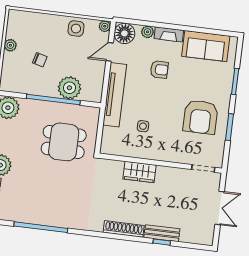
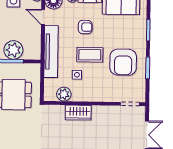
door: (110, 52) -> (43, 17), hinge flipped
coffee table: (161, 104) -> (90, 55), added
plant: (125, 148) -> (64, 94), added

